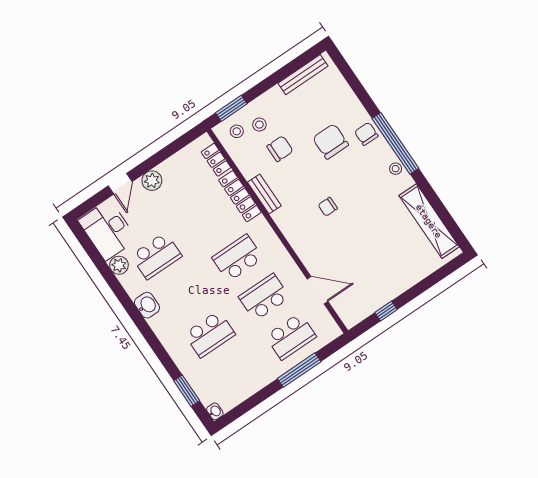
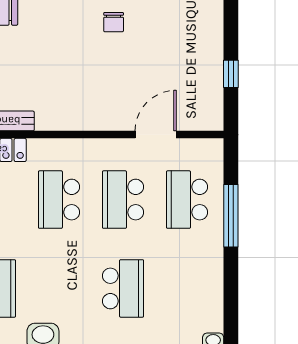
chair: (328, 207) -> (114, 22), moved
school desk: (291, 336) -> (187, 200), turned 180

